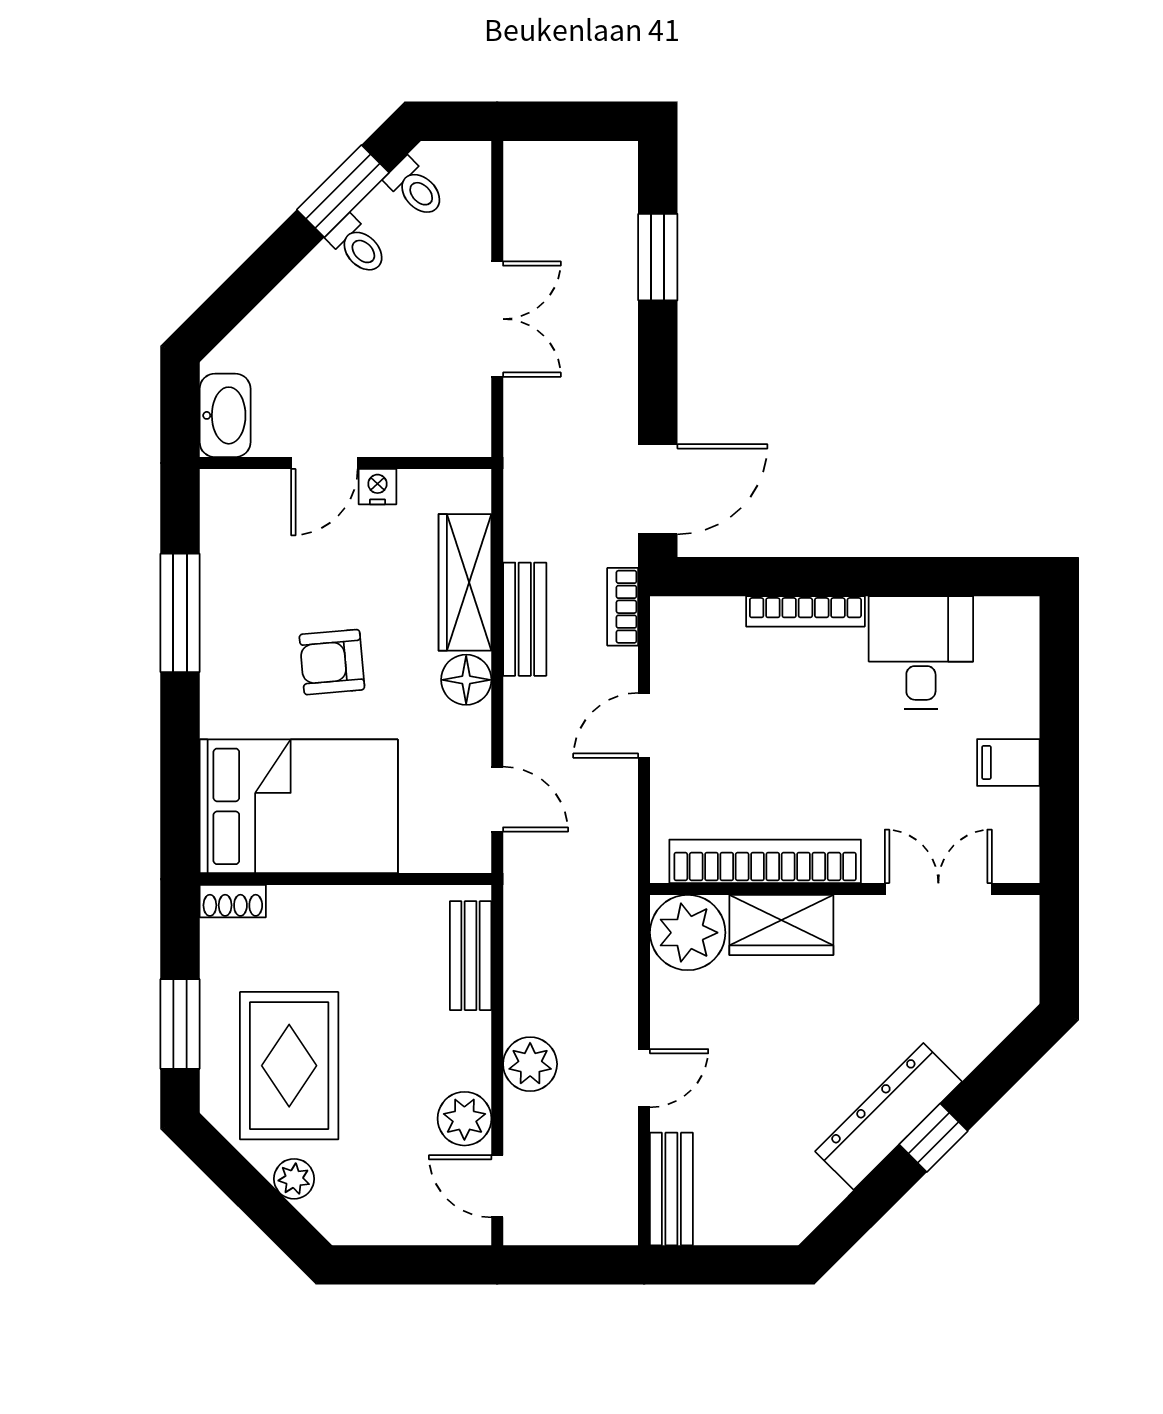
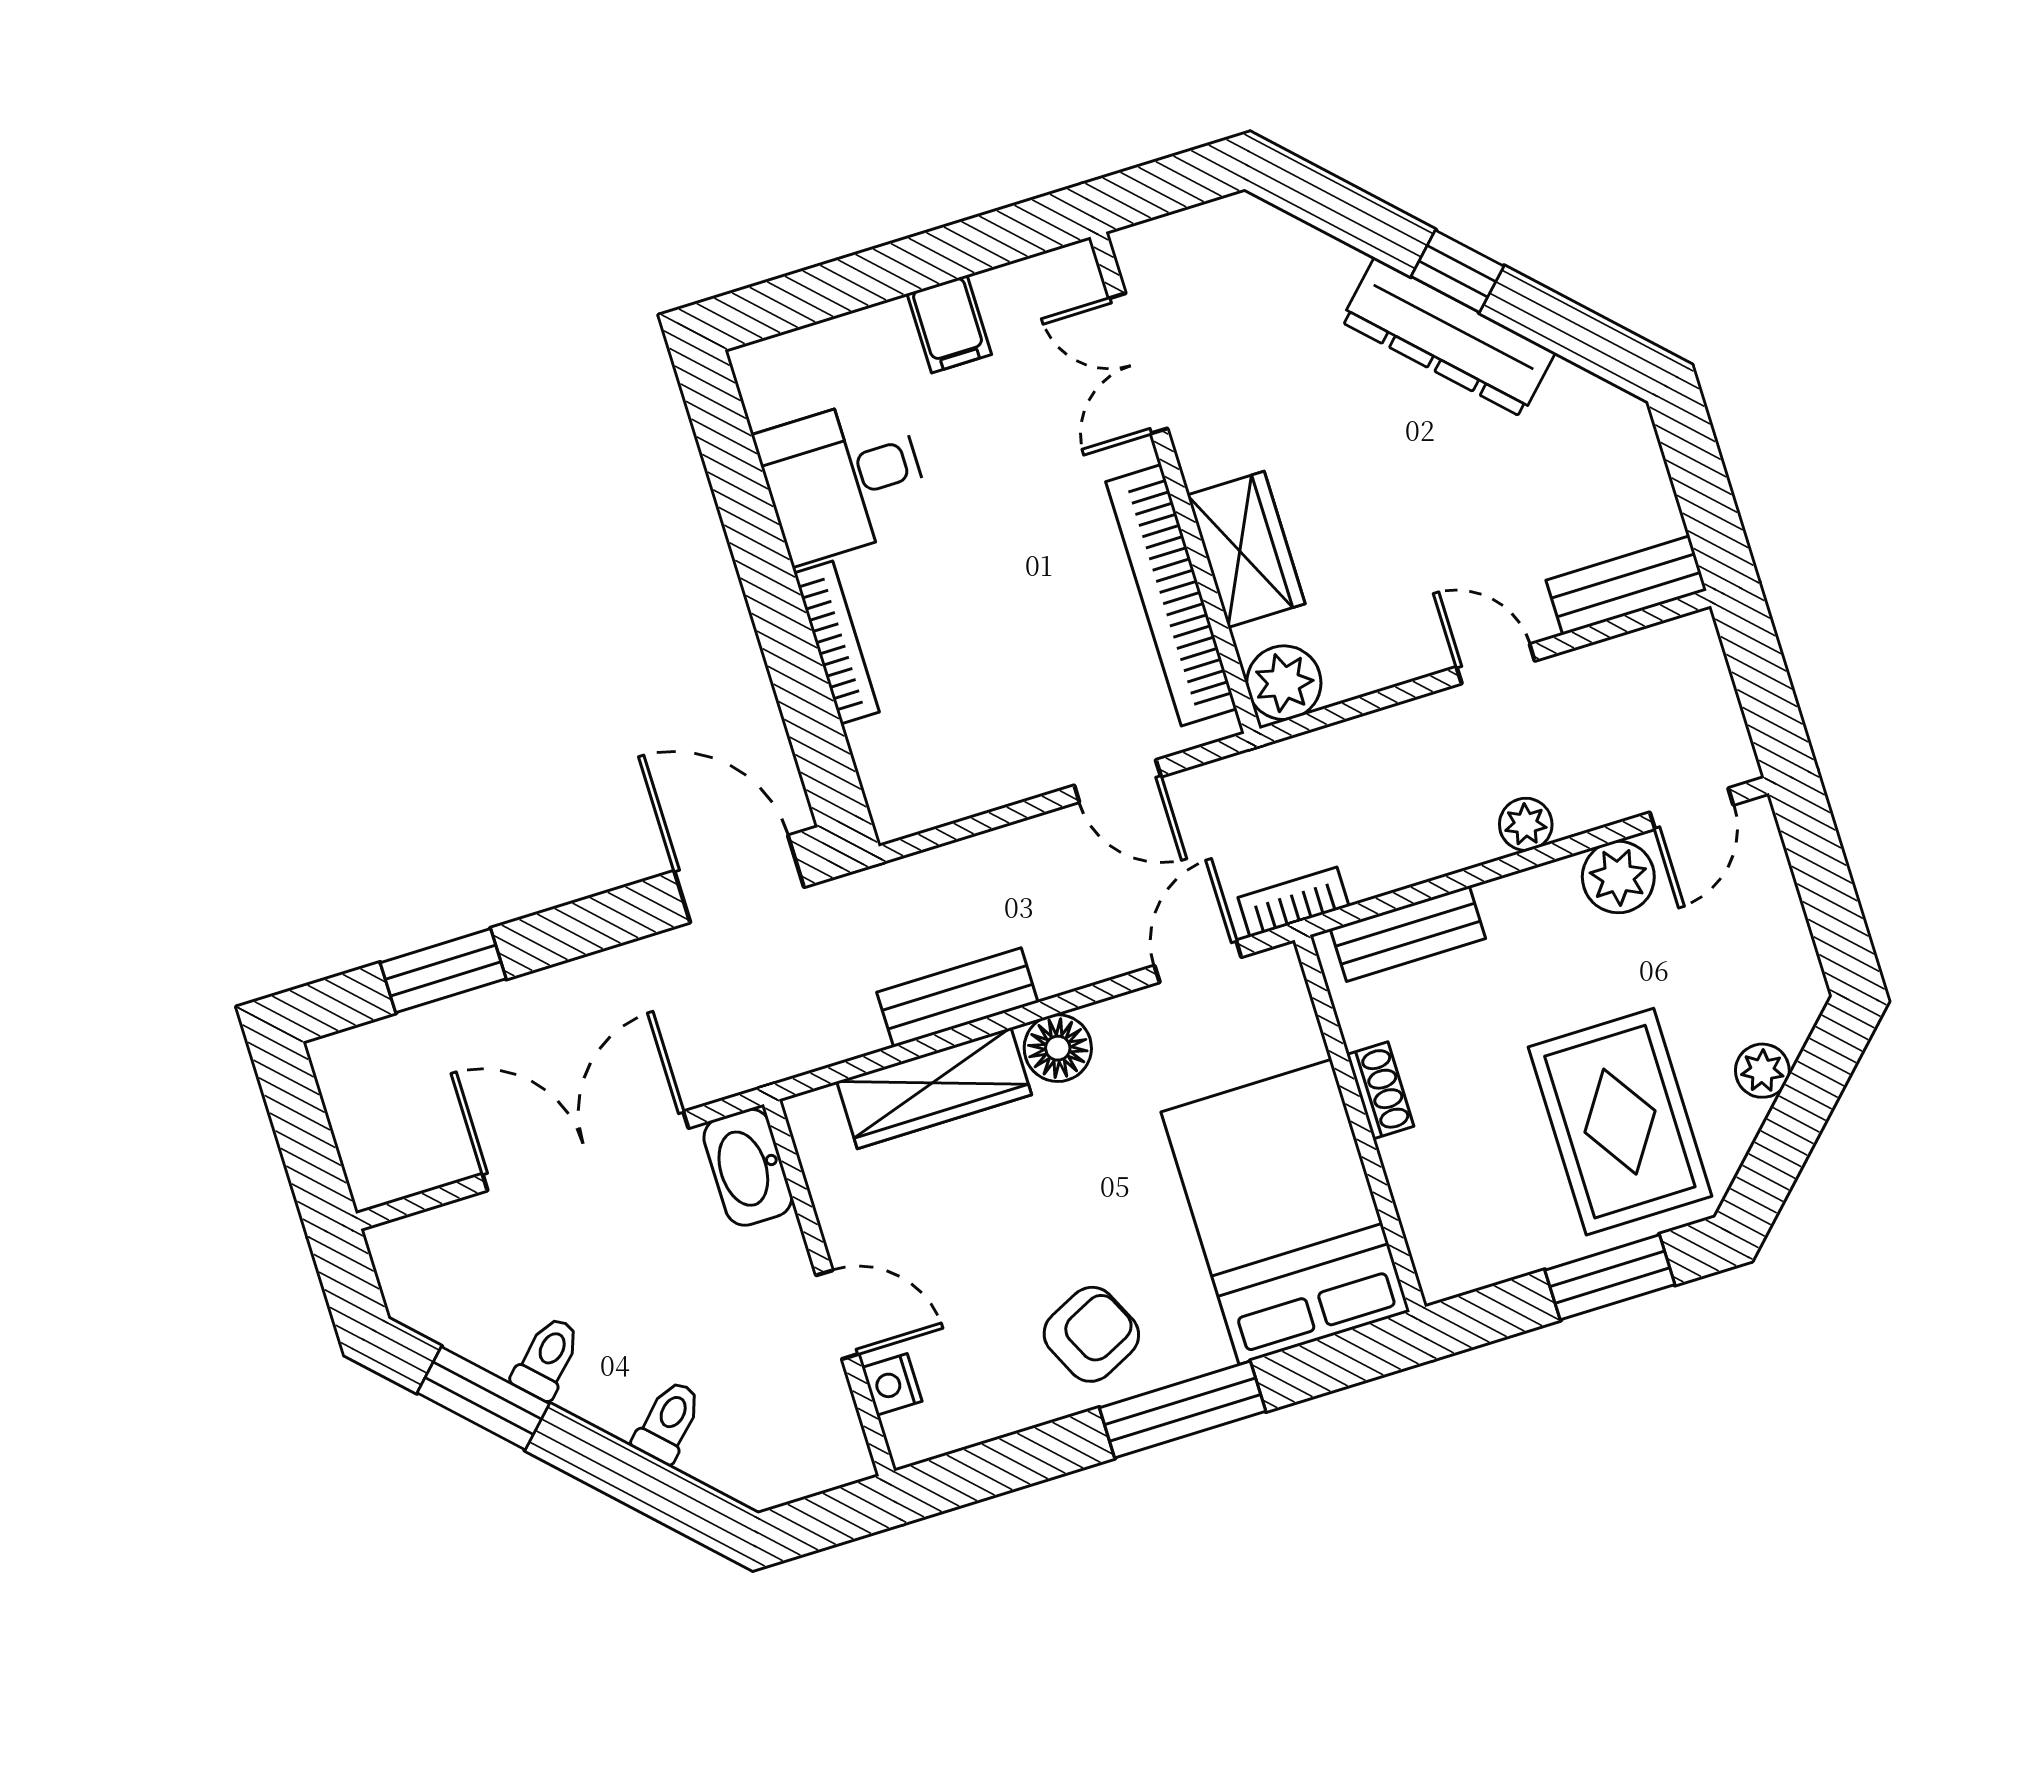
toilet: (415, 188) -> (668, 1422), moved
double door: (497, 319) -> (585, 1151), width x1.37
washbasin: (225, 415) -> (748, 1167), moved, turned -90
nightstand: (378, 487) -> (892, 1384), moved
bookcase: (623, 607) -> (1293, 902), moved, turned 180
window: (180, 613) -> (1183, 1410), moved
armchair: (332, 662) -> (1091, 1334), moved, turned -111
door: (644, 725) -> (1118, 781), moved
shoe rack: (233, 901) -> (1380, 1090), moved
plant: (688, 933) -> (1284, 683), width x0.73, depth x0.73
plant: (530, 1064) -> (1526, 824), width x0.73, depth x0.73
rug: (289, 1066) -> (1620, 1122), turned 90

